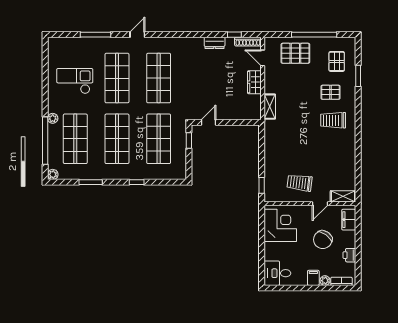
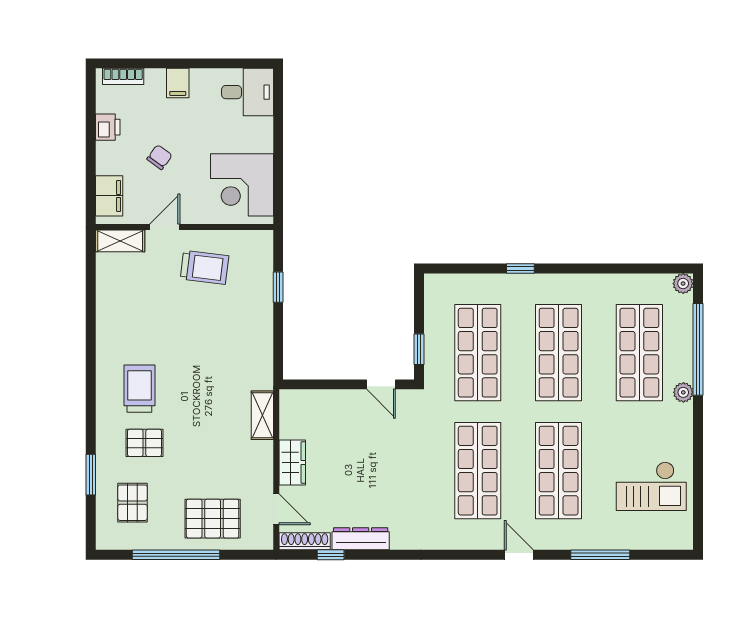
door: (137, 35) -> (519, 555), swing flipped
dresser: (215, 43) -> (361, 539), width x1.44
checkout: (75, 81) -> (651, 486), moved
trolley: (333, 120) -> (139, 389), turned -90
door: (208, 122) -> (381, 384), hinge flipped
window: (91, 182) -> (610, 269), removed
window: (262, 185) -> (278, 287), moved
chair: (323, 240) -> (159, 157), width x0.54, depth x0.54
plant: (325, 281) -> (155, 78), removed

